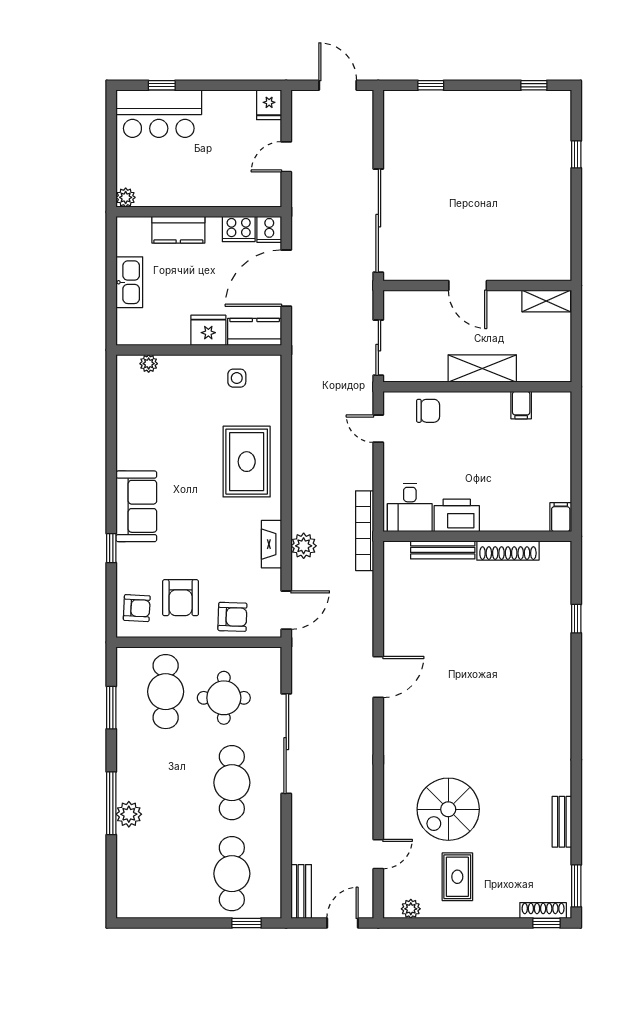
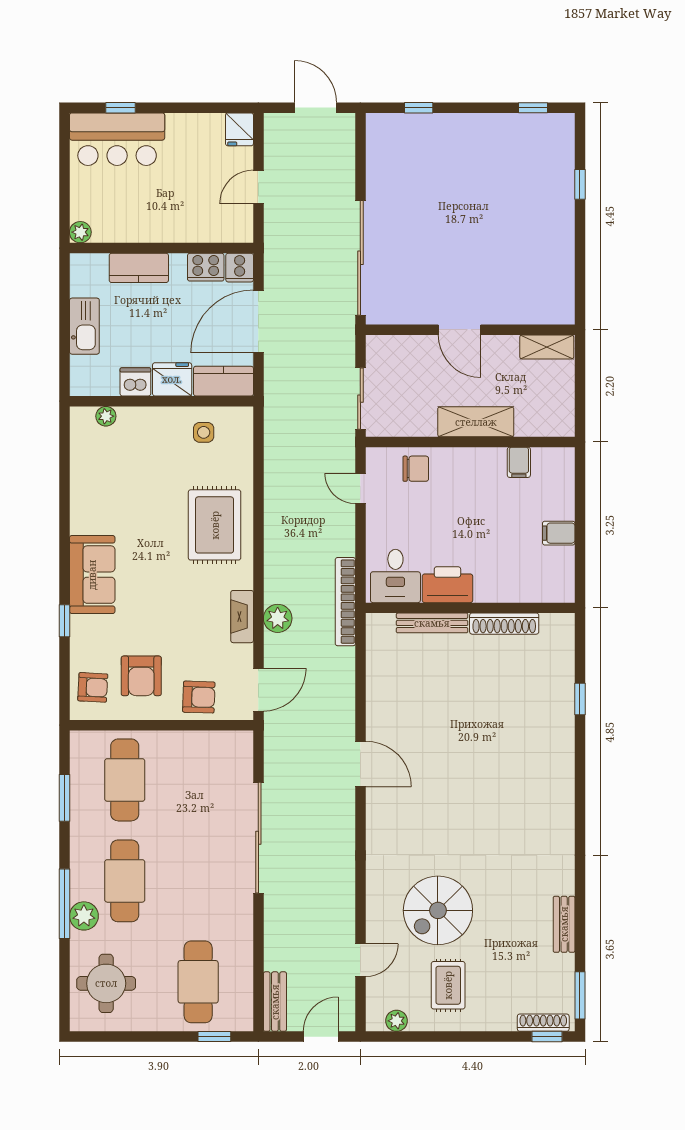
dishwasher: (175, 332) -> (135, 382), added
filing cabinet: (561, 517) -> (559, 533), moved, turned -90
door: (378, 677) -> (360, 764), hinge flipped
round table: (224, 698) -> (106, 983), moved
cafe table: (232, 783) -> (125, 881), moved

